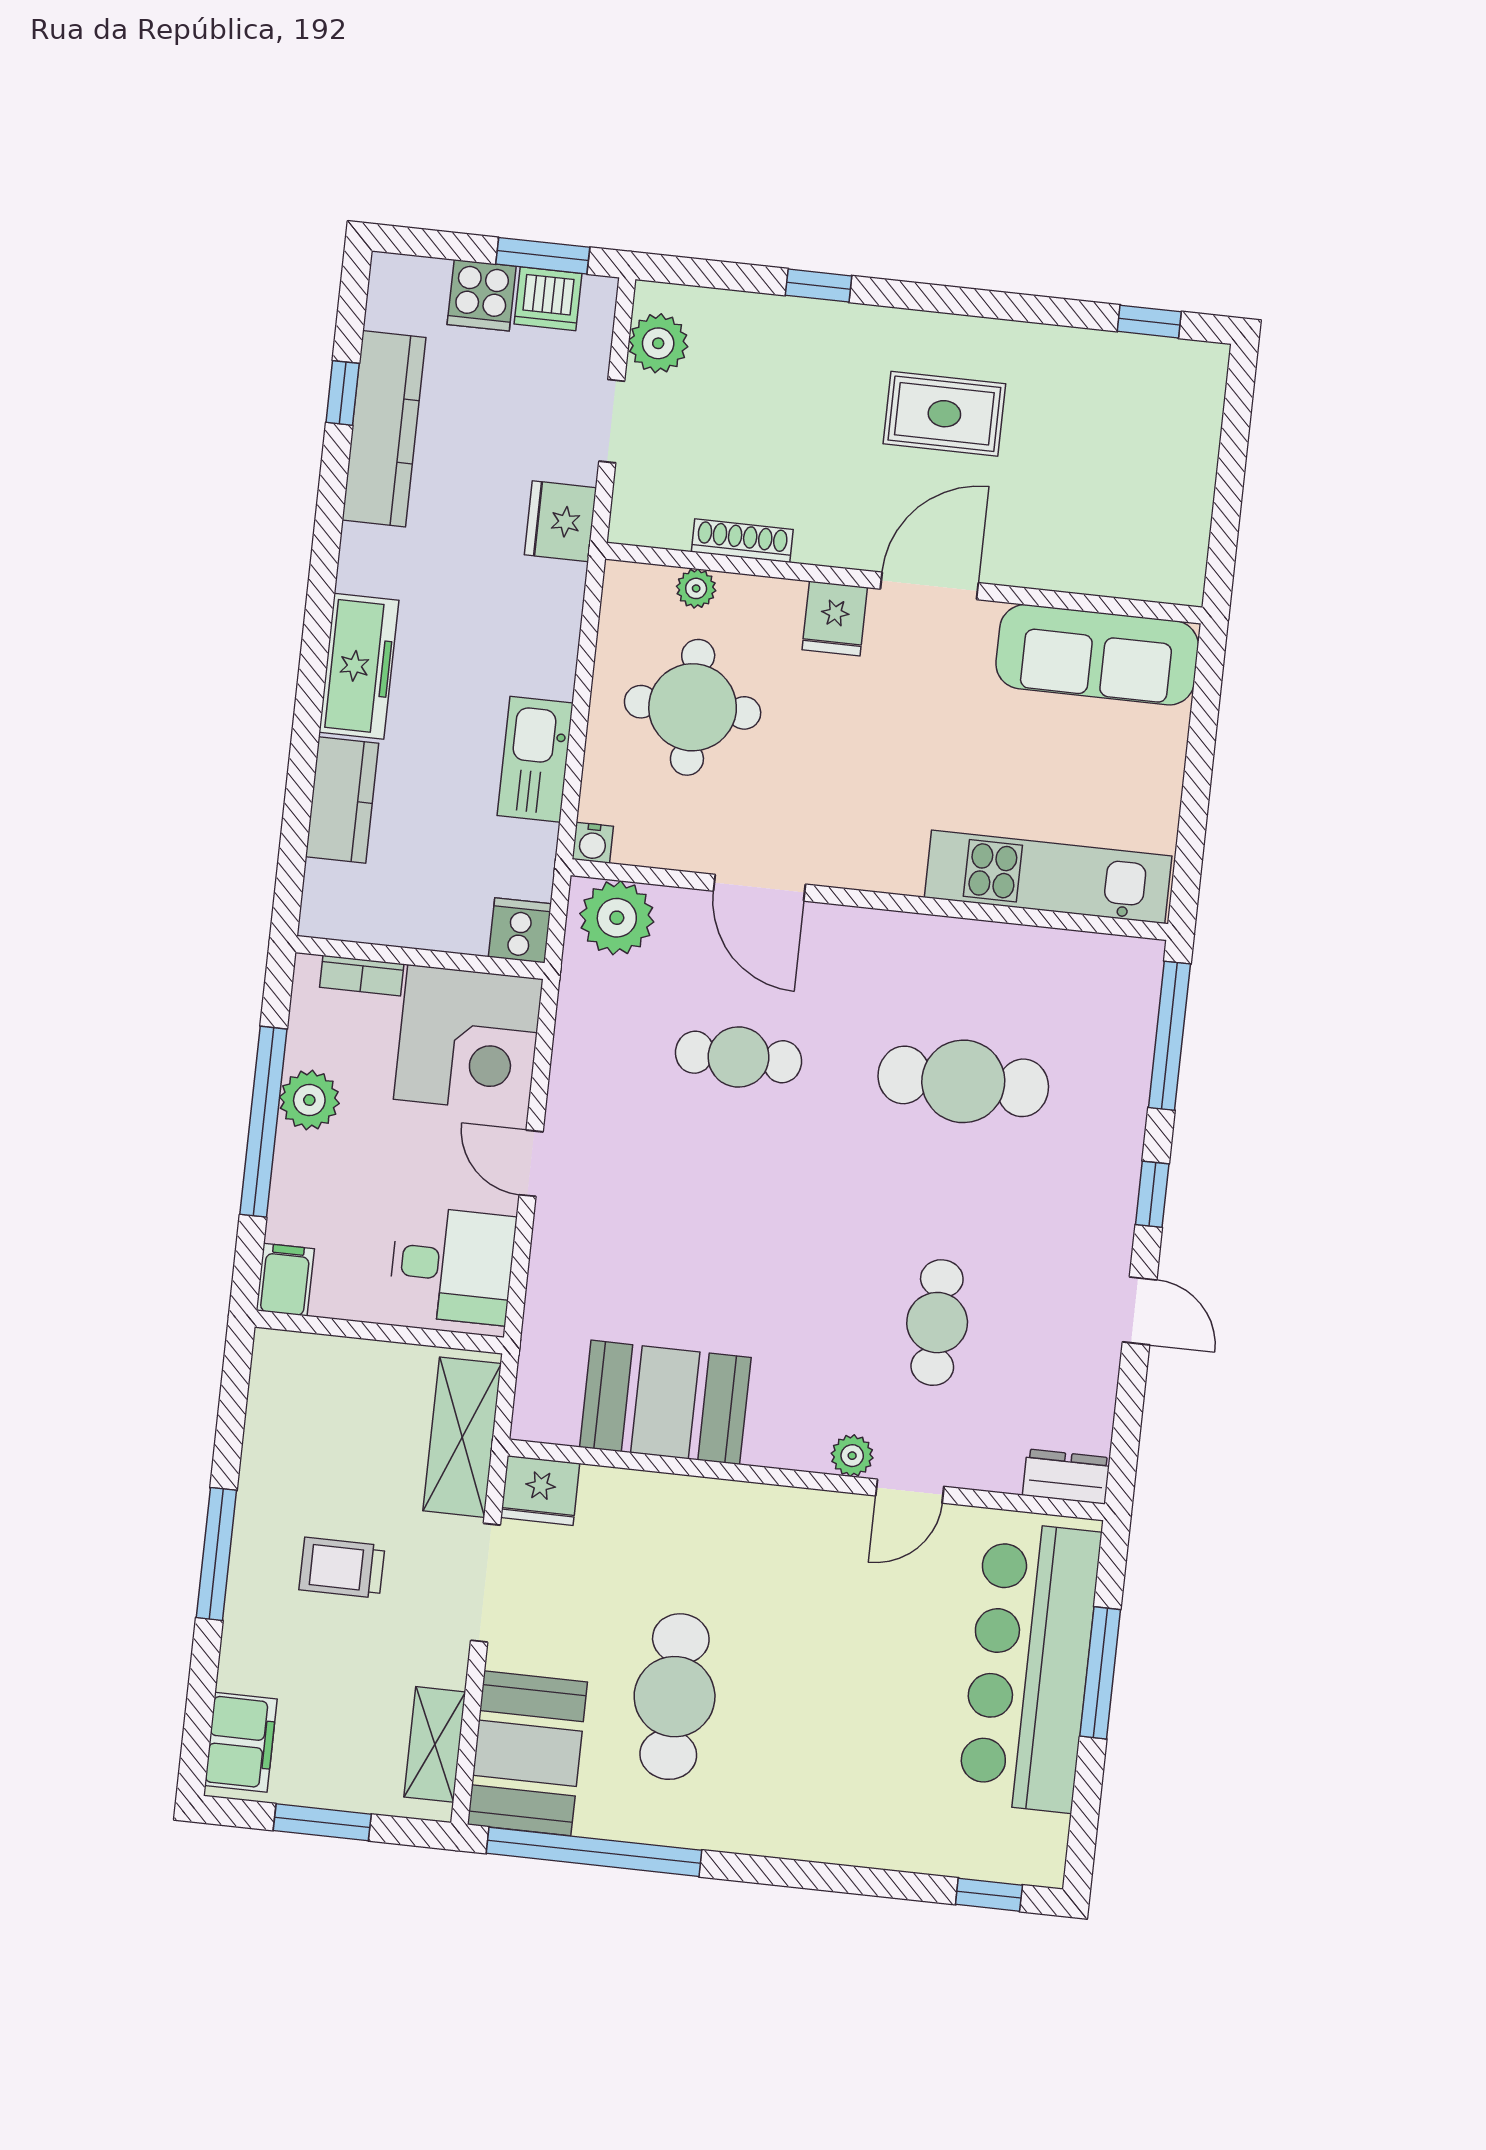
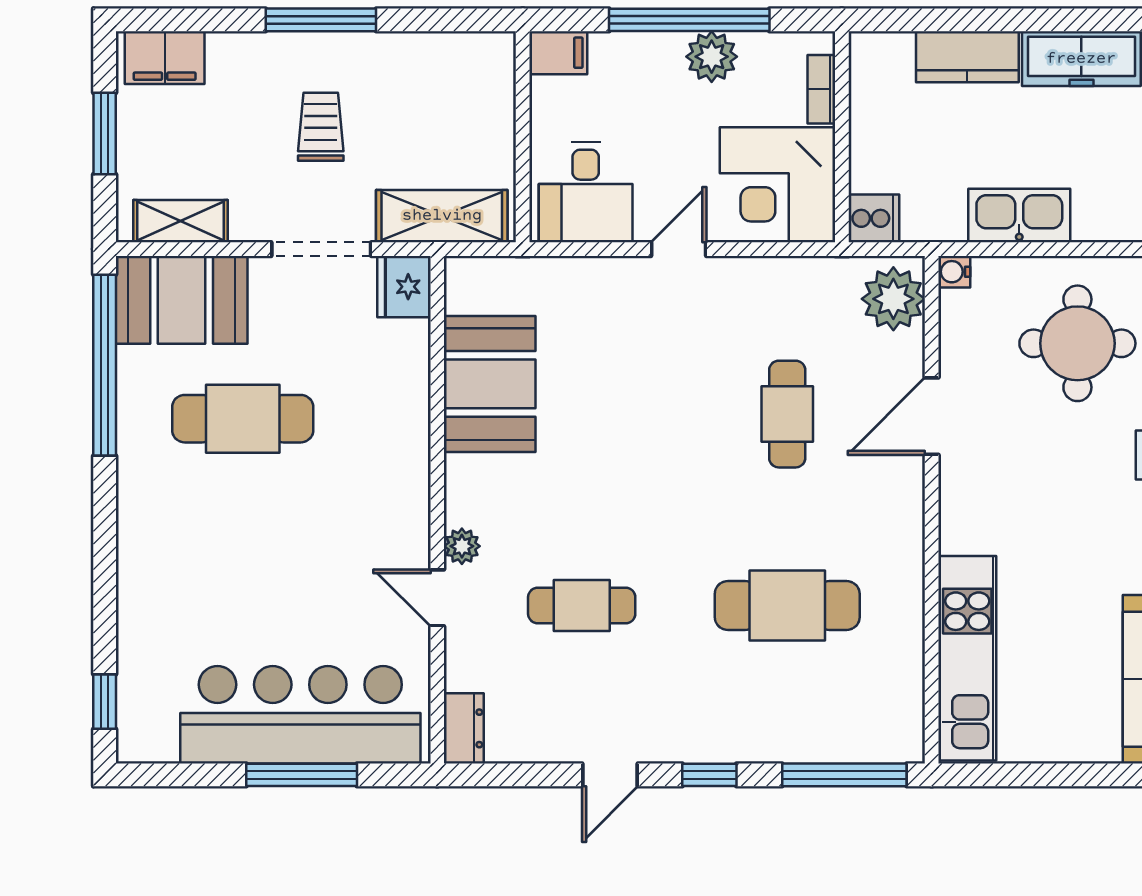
cafe table: (963, 1081) -> (787, 606), turned 90

